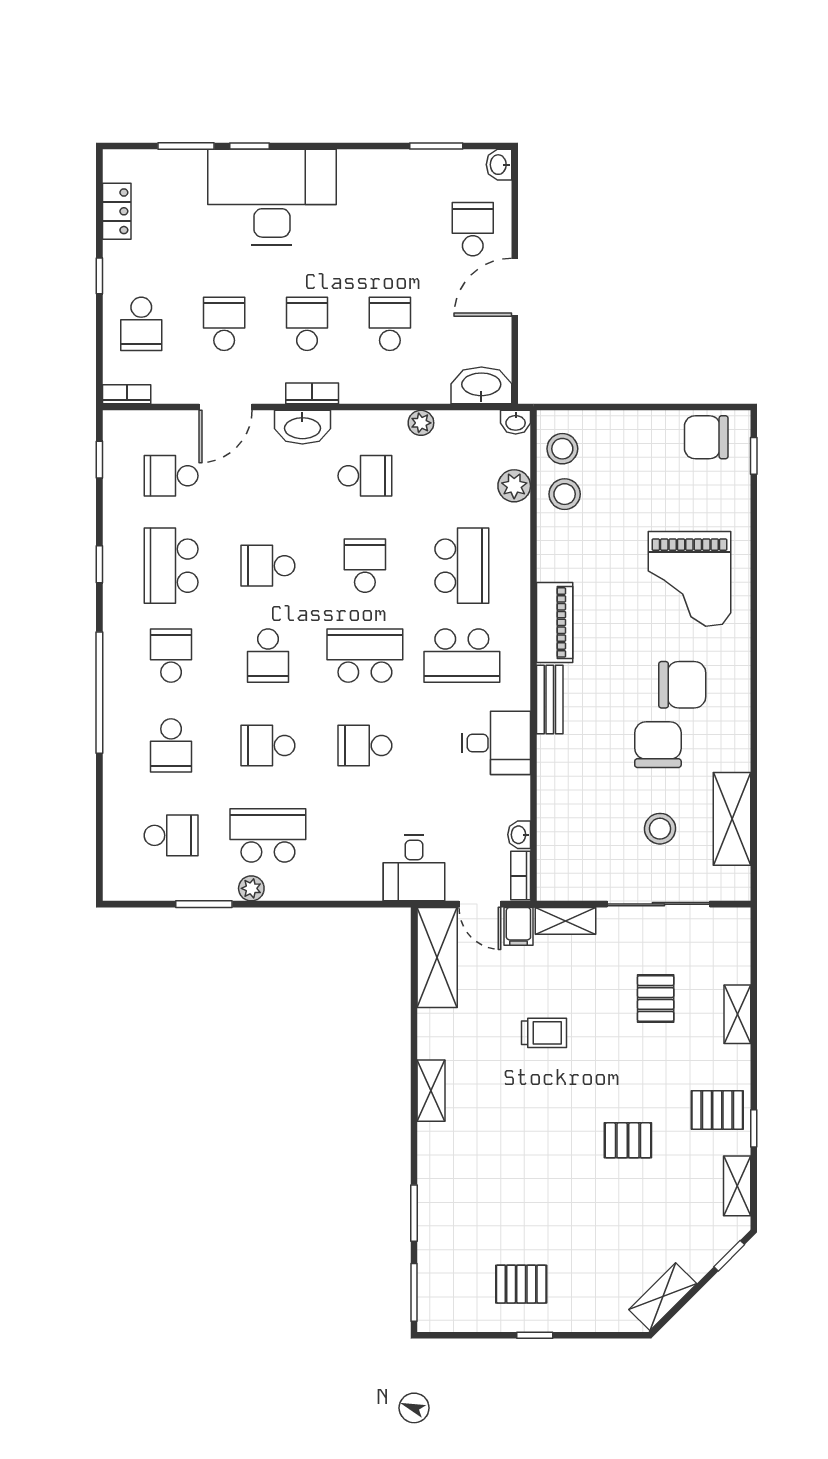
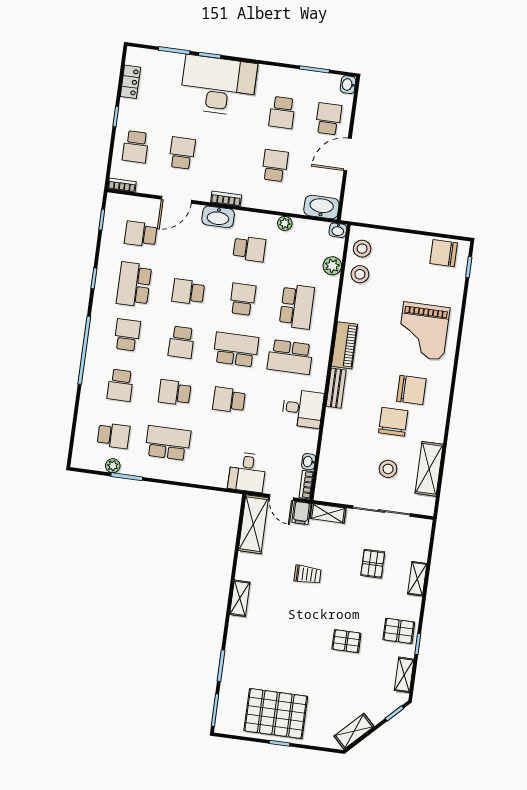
school desk: (307, 324) -> (282, 113), moved, turned 180
plant: (251, 888) -> (113, 466), moved
pallet: (521, 1284) -> (276, 714), width x2.05, depth x2.00

